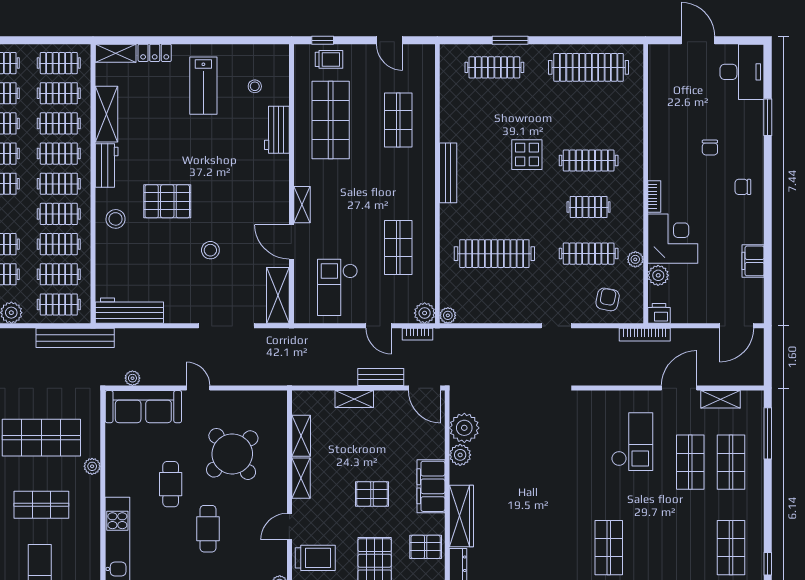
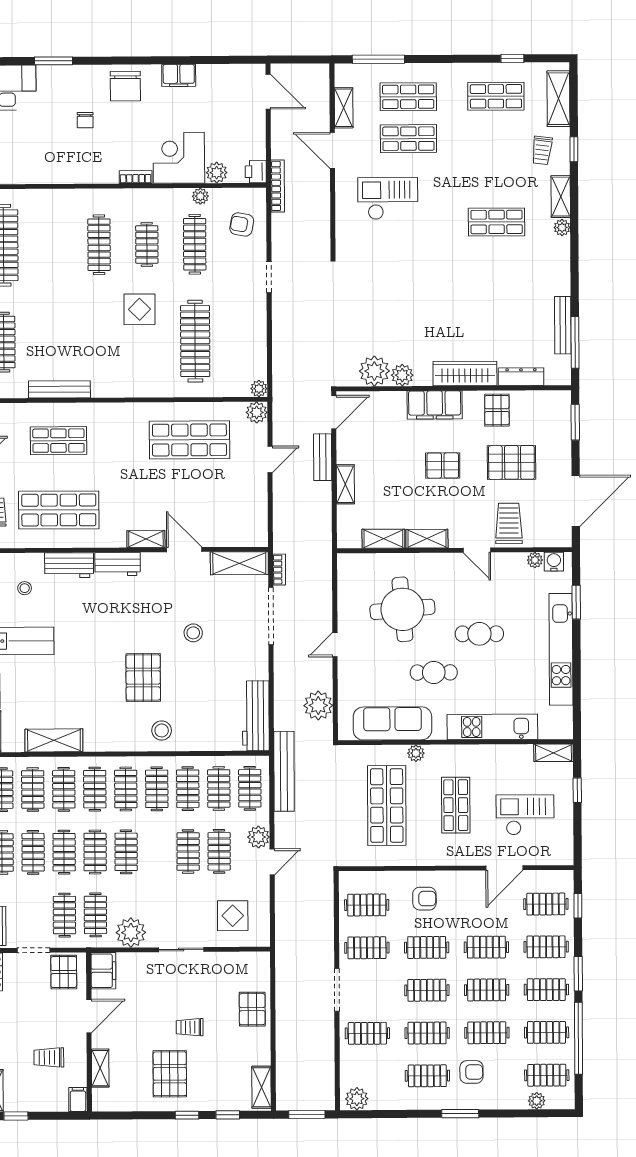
chair: (710, 148) -> (85, 120), turned 90
display table: (527, 155) -> (139, 309), moved
workbench: (107, 166) -> (118, 564), moved, turned 180
bench: (448, 173) -> (59, 389), moved
chair: (743, 187) -> (125, 86), width x1.87, depth x1.87
door: (291, 242) -> (184, 550), swing flipped
shop shelf: (398, 248) -> (189, 440), width x1.43, depth x1.36
filing cabinet: (753, 261) -> (179, 75), moved
checkout: (337, 287) -> (231, 502), removed
bookcase: (418, 334) -> (279, 570), moved
plant: (132, 378) -> (318, 705), width x1.87, depth x1.87
sofa: (143, 407) -> (392, 723), moved, turned -90
round table: (232, 454) -> (402, 609), turned 36
pallet: (372, 494) -> (443, 465), turned 90

